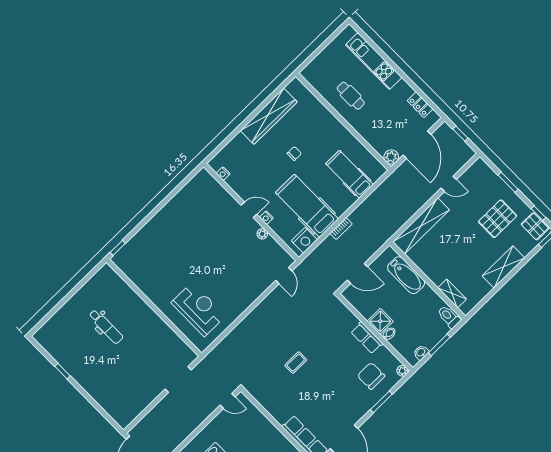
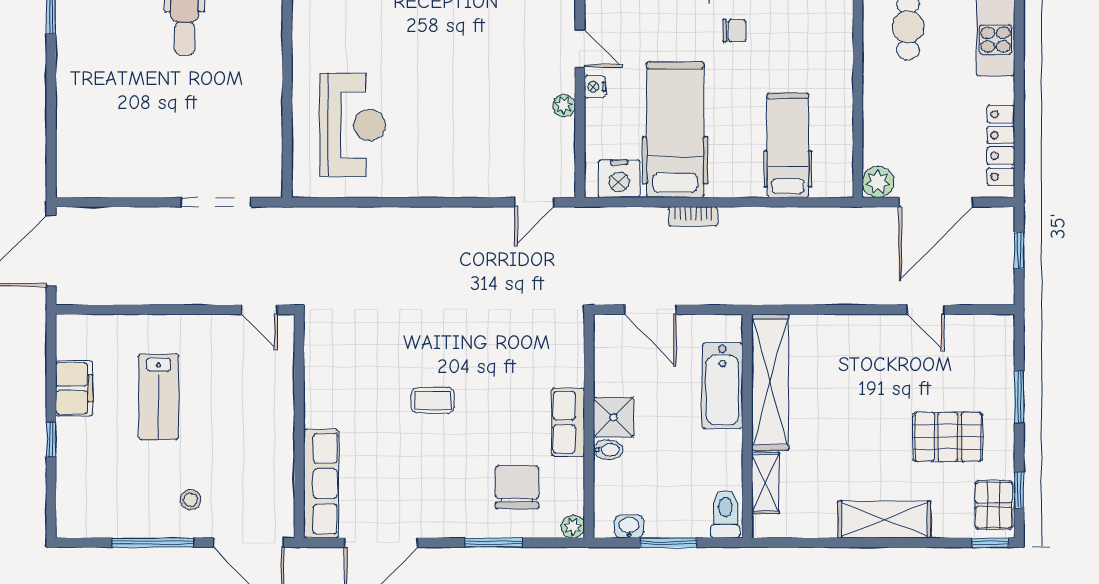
locker: (420, 105) -> (1001, 145), width x1.53
shelving: (421, 226) -> (770, 382), moved, turned 90
coffee table: (296, 363) -> (433, 401), moved

